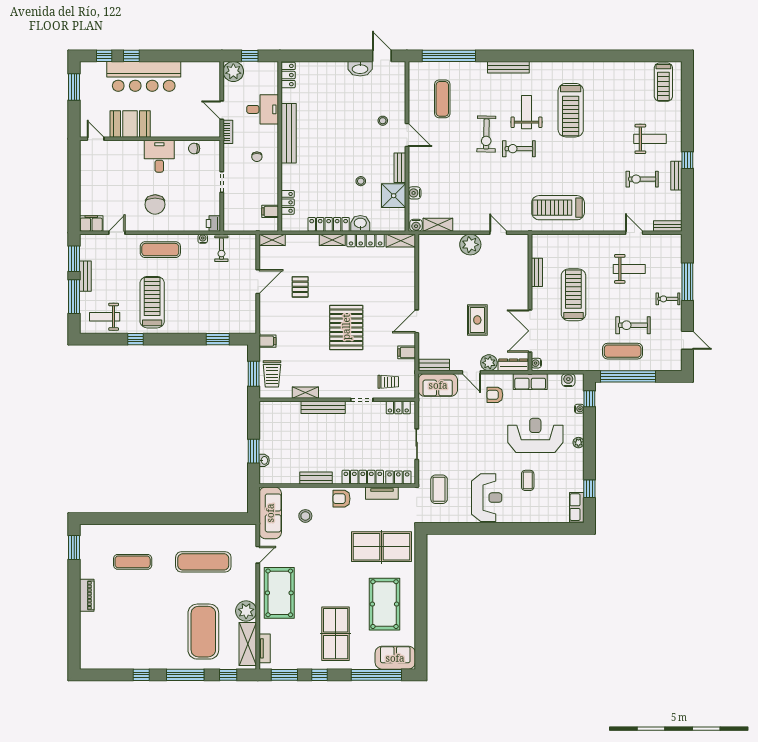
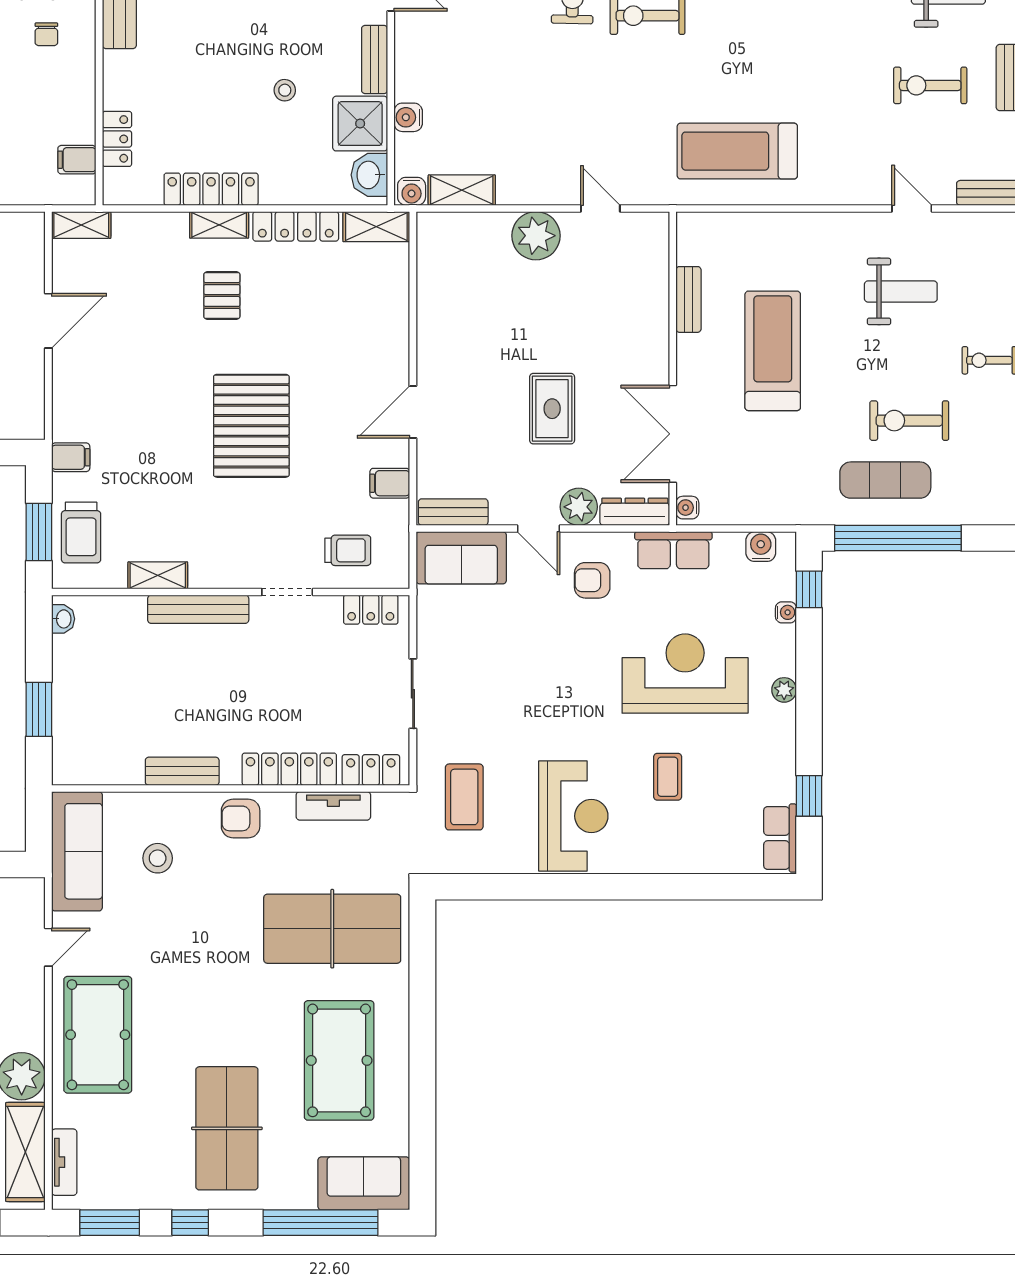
washbasin: (360, 223) -> (369, 175), moved, turned -90
pallet: (300, 287) -> (222, 296), moved
washbasin: (264, 460) -> (63, 619), moved

